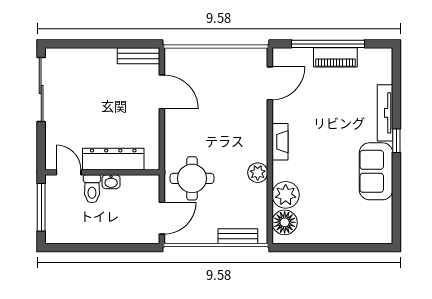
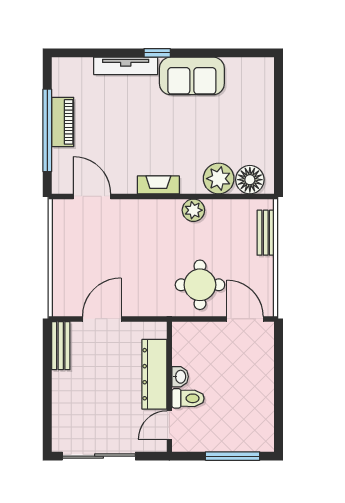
dresser: (113, 159) -> (154, 374), moved
door: (69, 172) -> (169, 425), moved
wall: (102, 172) -> (169, 387), moved
washbasin: (111, 182) -> (180, 377), moved
toilet: (92, 189) -> (188, 398), moved

